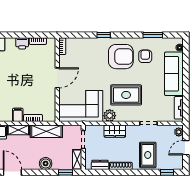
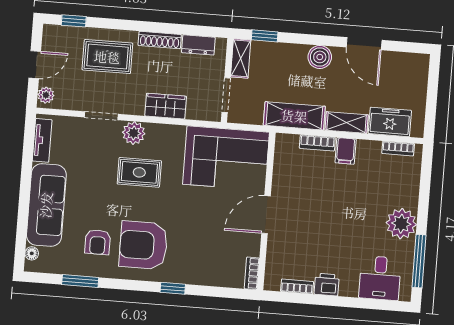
rug: (126, 95) -> (139, 172), width x0.73, depth x0.70
plant: (110, 116) -> (134, 133), moved
rug: (148, 155) -> (107, 57), turned 90
boiler: (46, 164) -> (320, 57), moved

